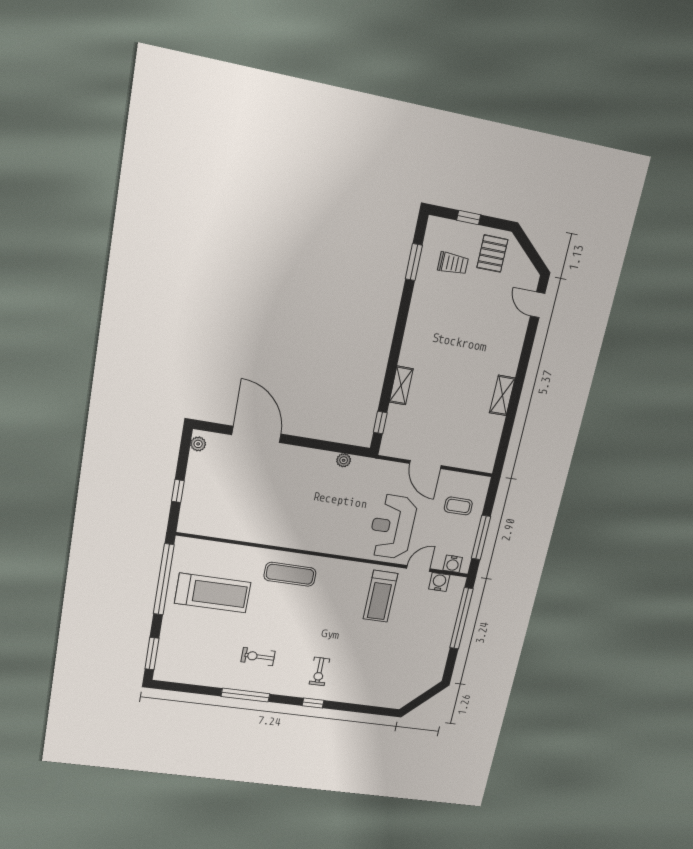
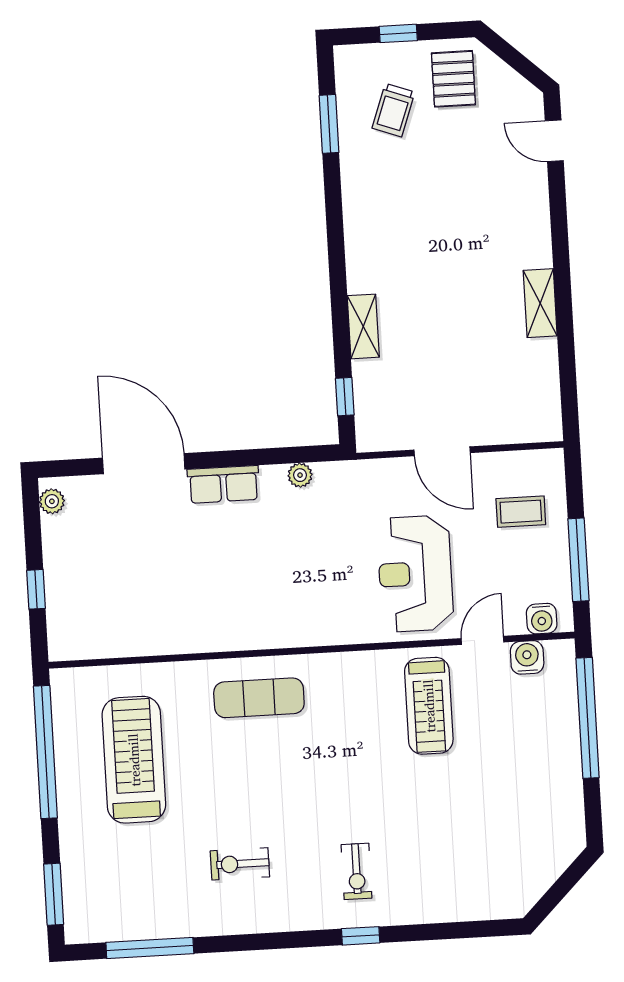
trolley: (453, 263) -> (393, 110), turned 110
row of seats: (299, 456) -> (223, 484), added
treadmill: (213, 593) -> (134, 760), turned -90
window: (245, 695) -> (150, 948), moved

